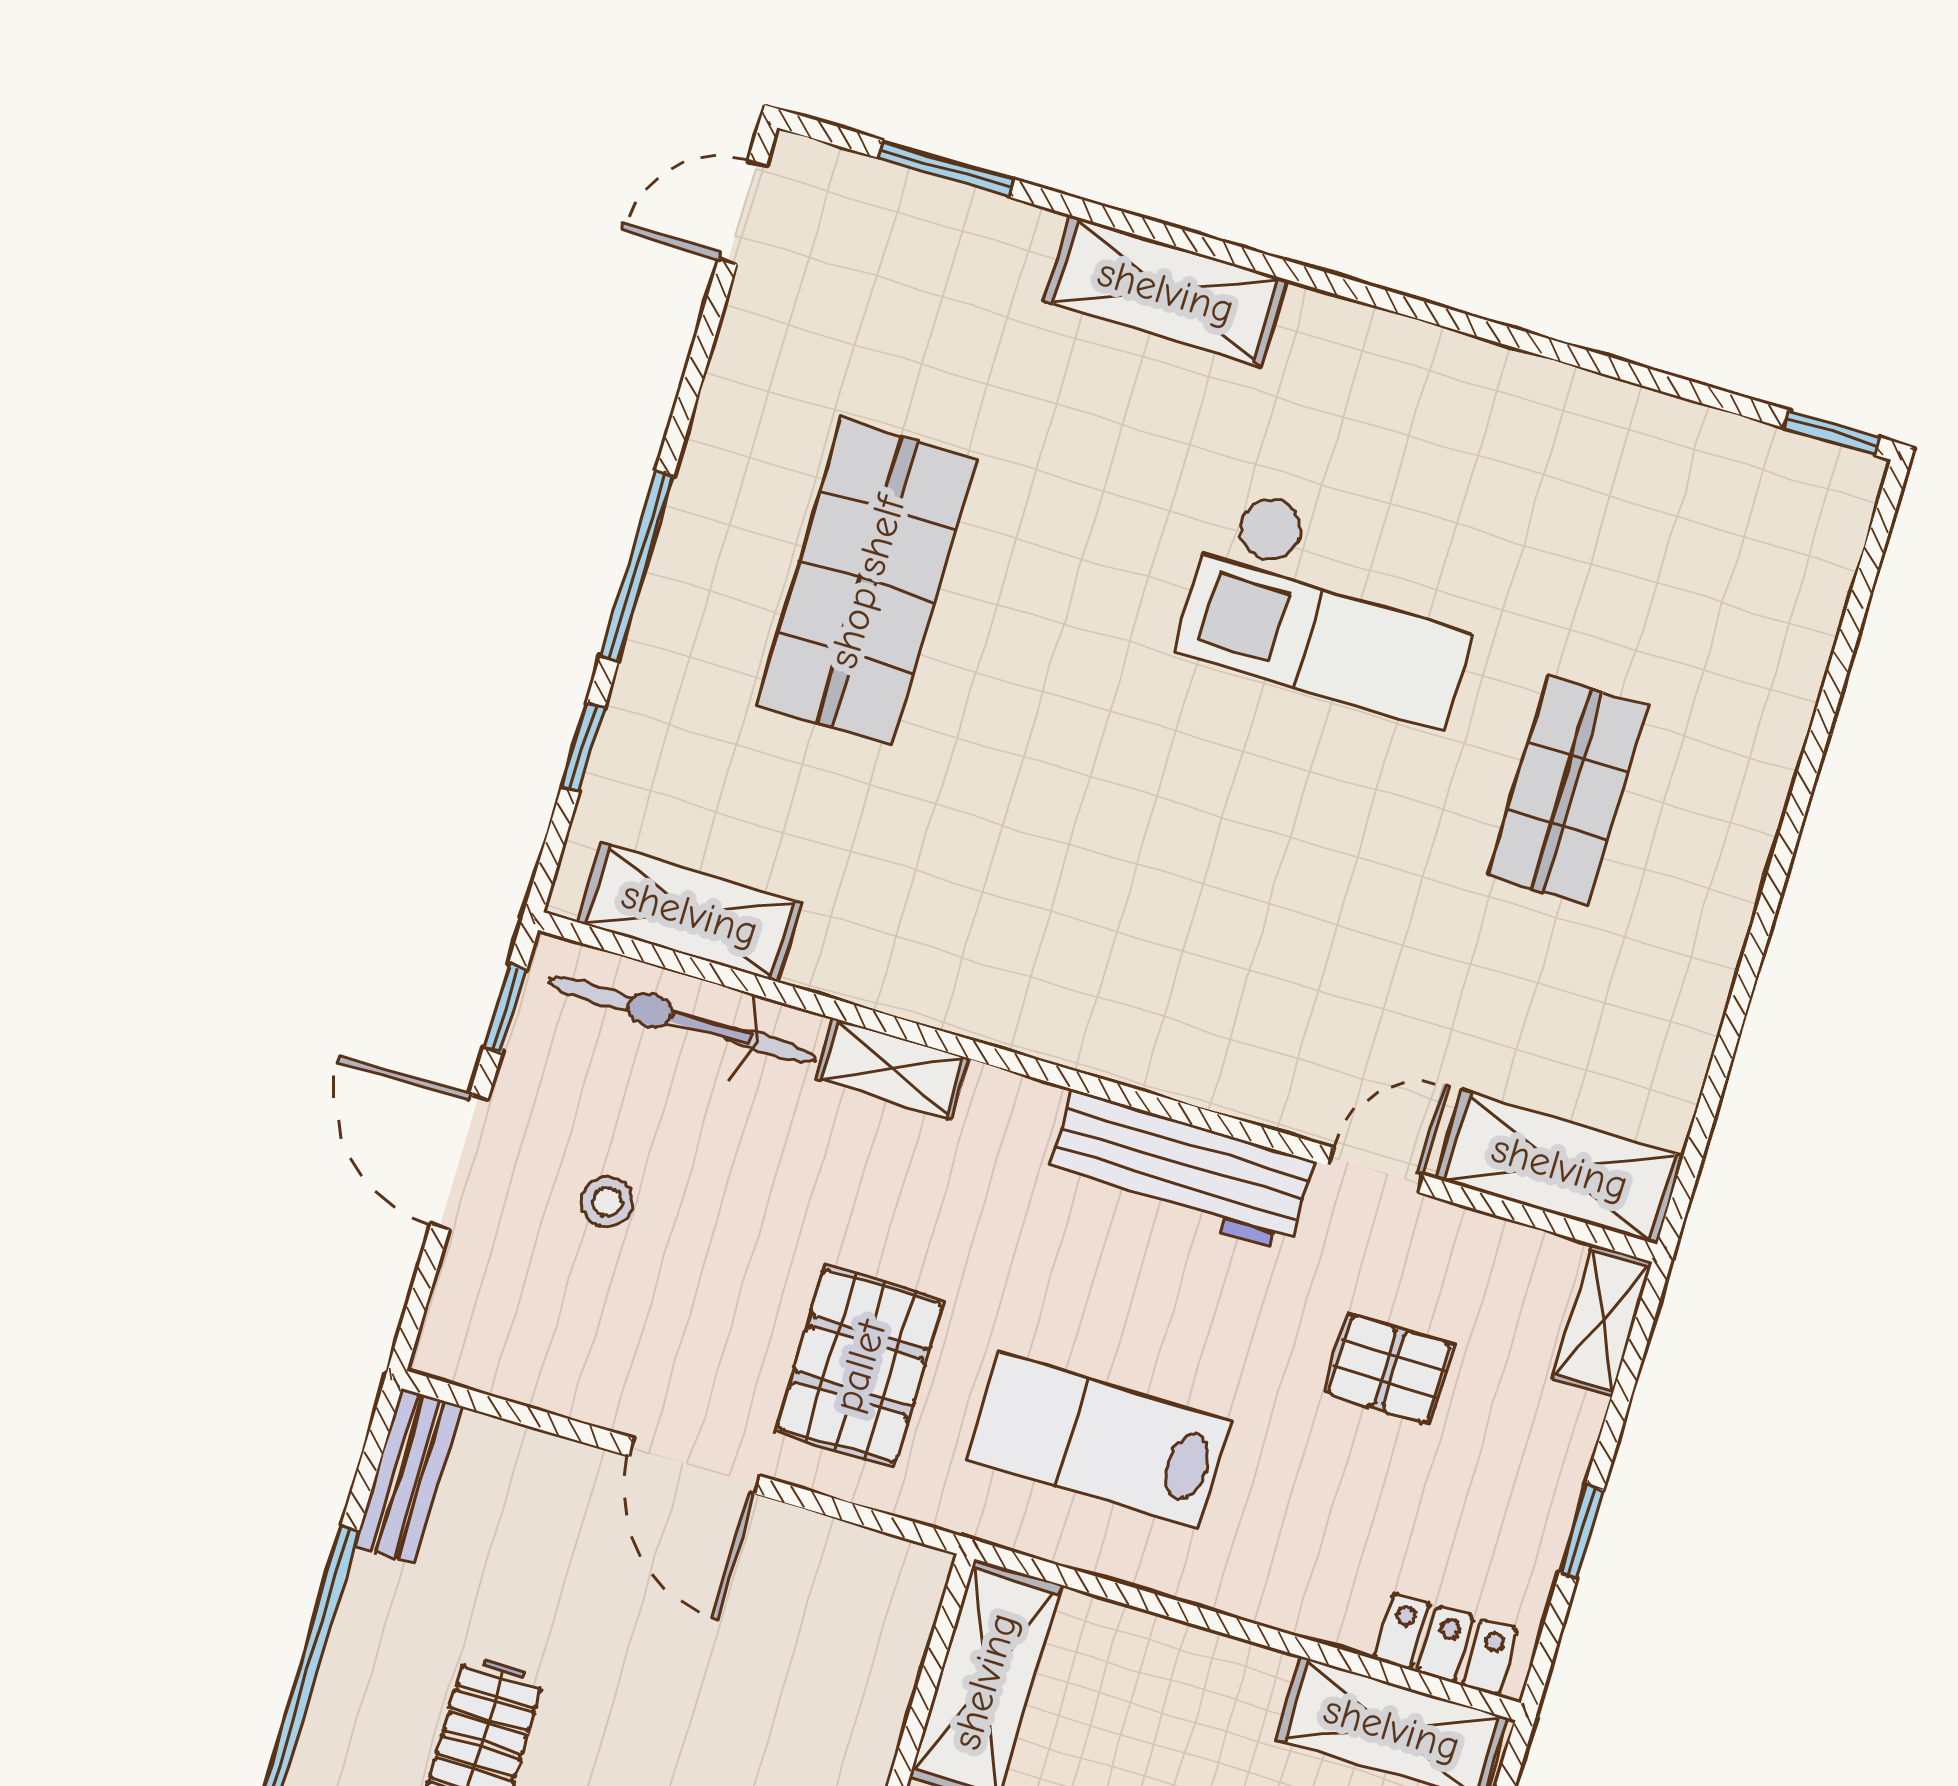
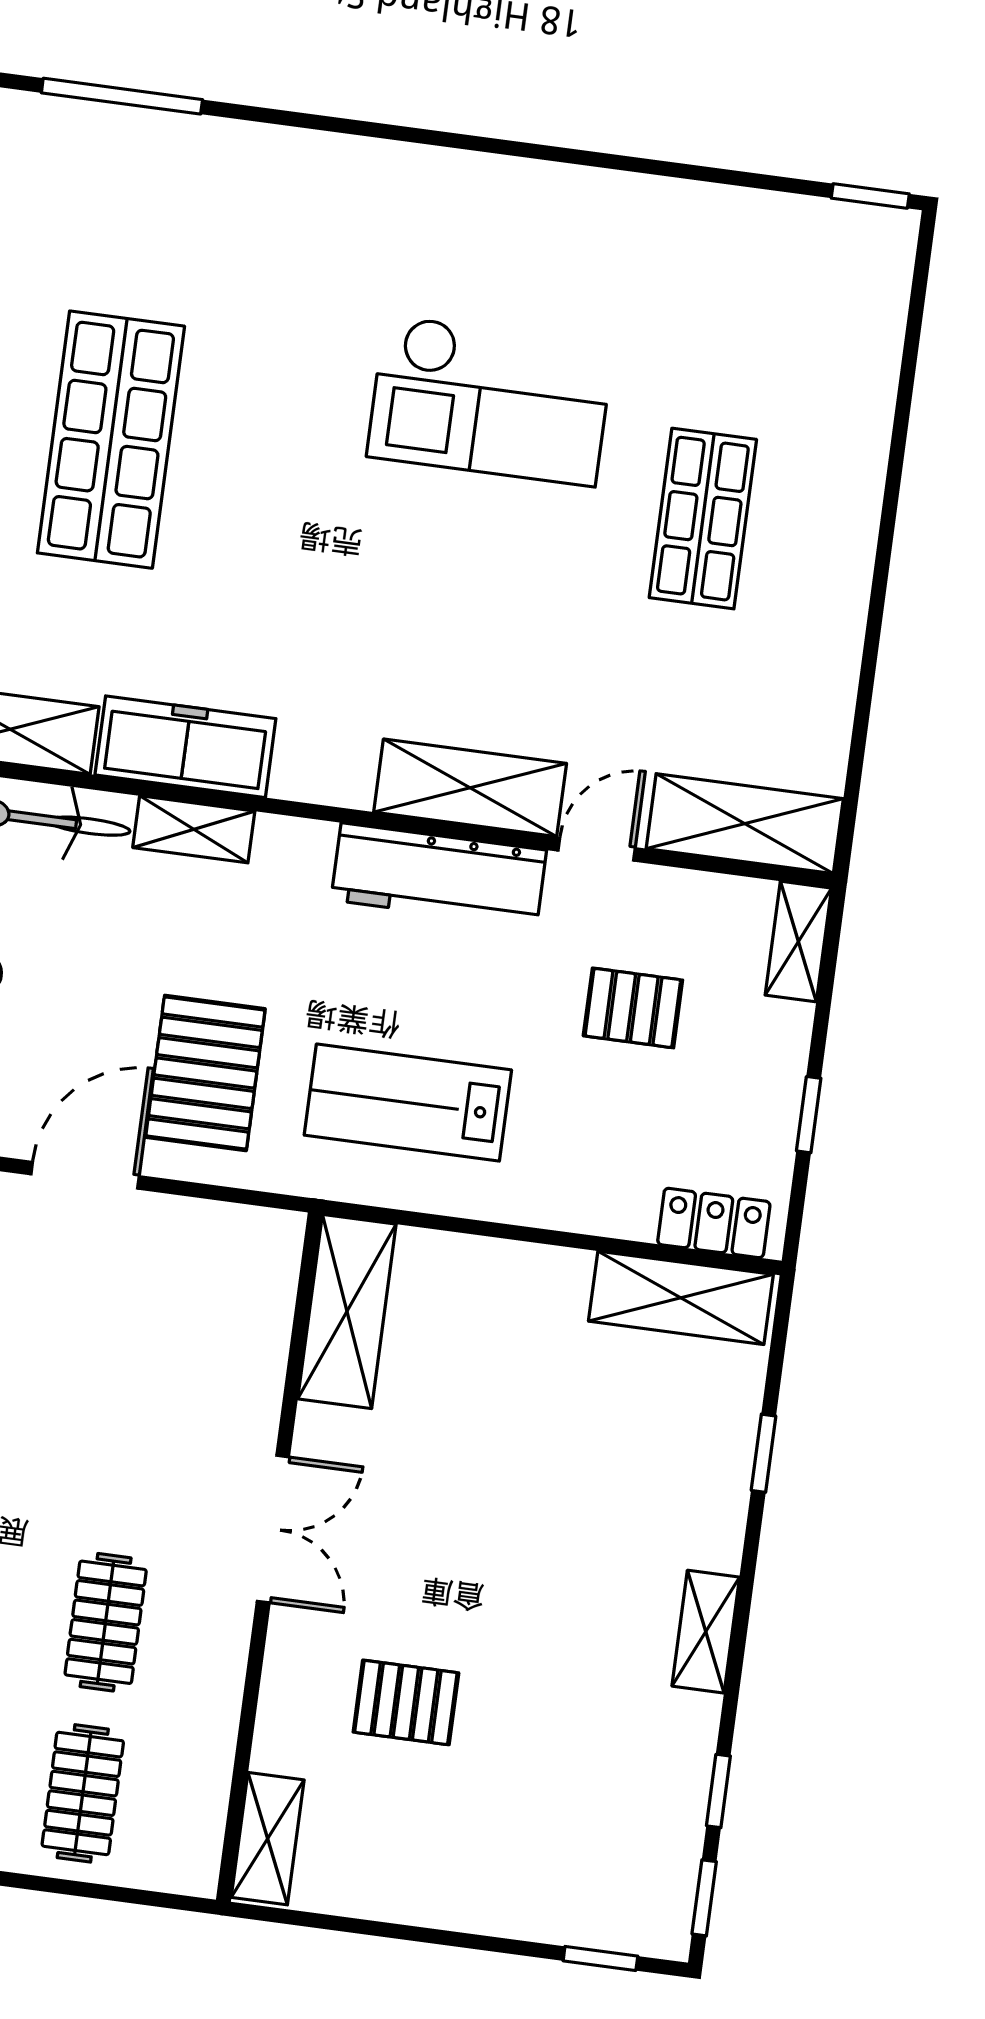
window: (946, 169) -> (122, 96), width x1.44
shelving: (1166, 291) -> (470, 788), moved
freezer: (898, 967) -> (185, 747), added
door: (695, 1466) -> (85, 1175), swing flipped

